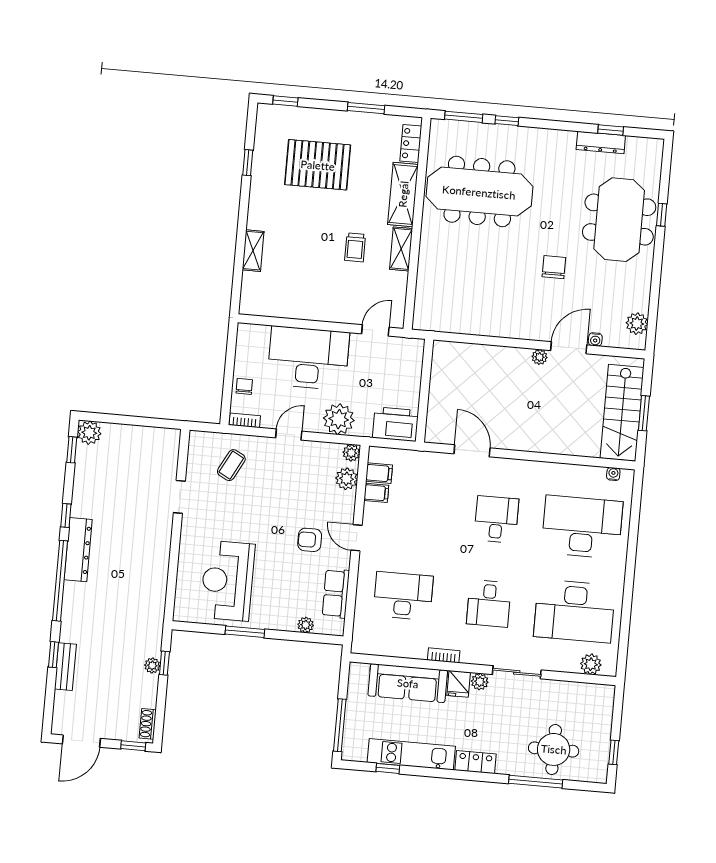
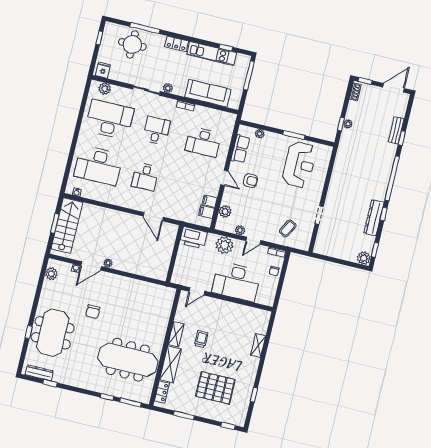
dresser: (601, 143) -> (39, 373), moved
plant: (351, 453) -> (240, 230), moved
dresser: (78, 550) -> (374, 218), moved
fridge: (459, 684) -> (103, 70), moved

